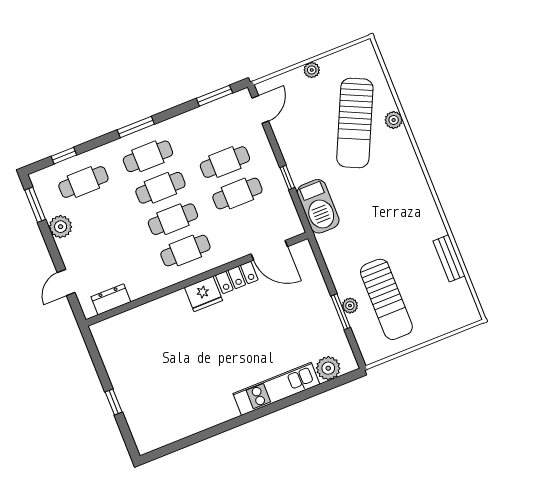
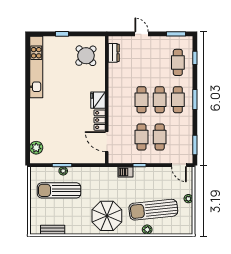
sun lounger: (355, 123) -> (153, 210), turned -31
parasol: (397, 199) -> (107, 216), added
barbecue: (318, 206) -> (126, 172), width x0.53, depth x0.65
plant: (61, 227) -> (160, 42), removed
door: (269, 250) -> (107, 142), hinge flipped
cafe table: (185, 251) -> (123, 100), removed
bench: (449, 258) -> (53, 230), moved
door: (66, 283) -> (142, 34), moved
round table: (135, 345) -> (86, 56), added
kitchen unit: (276, 389) -> (36, 67), moved, width x1.36

